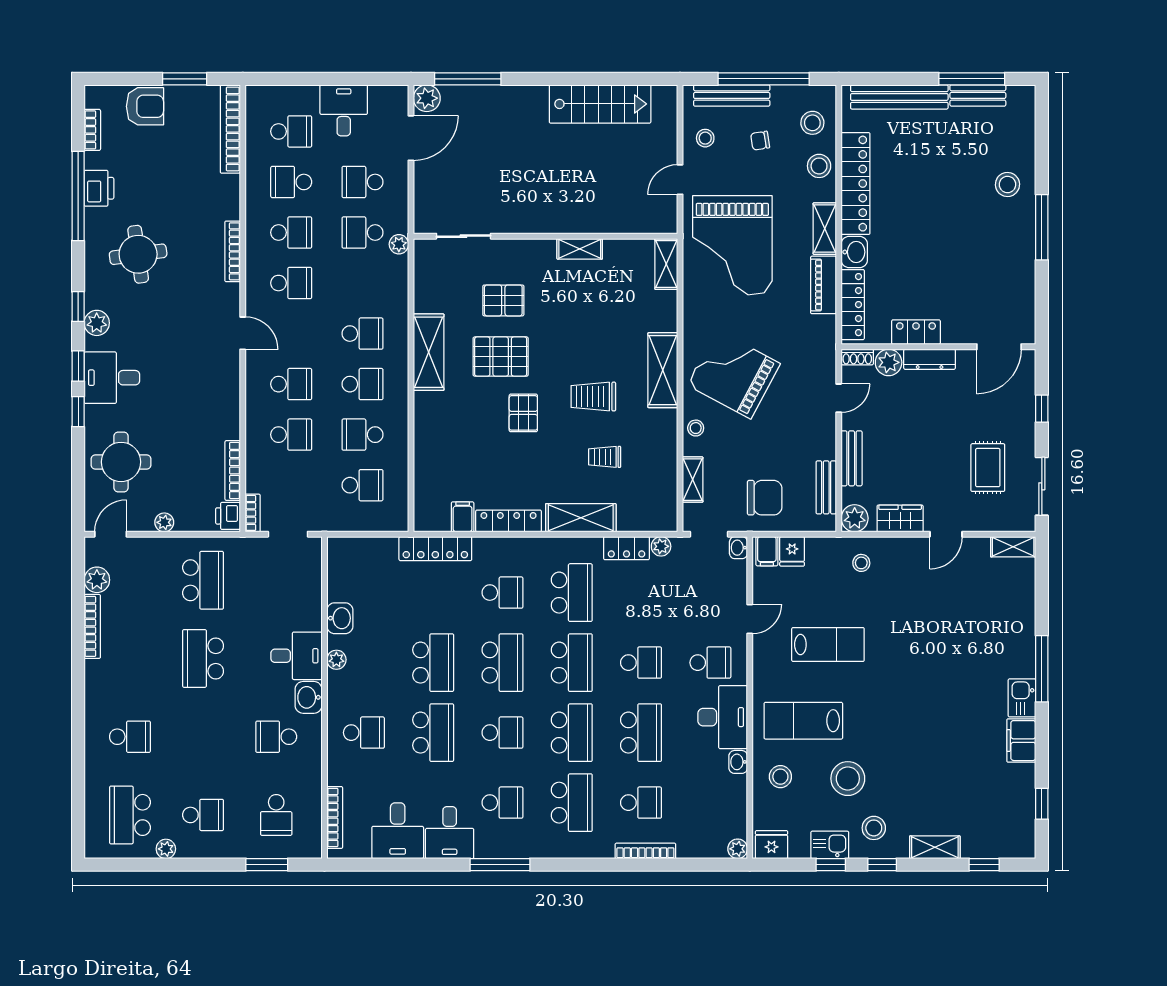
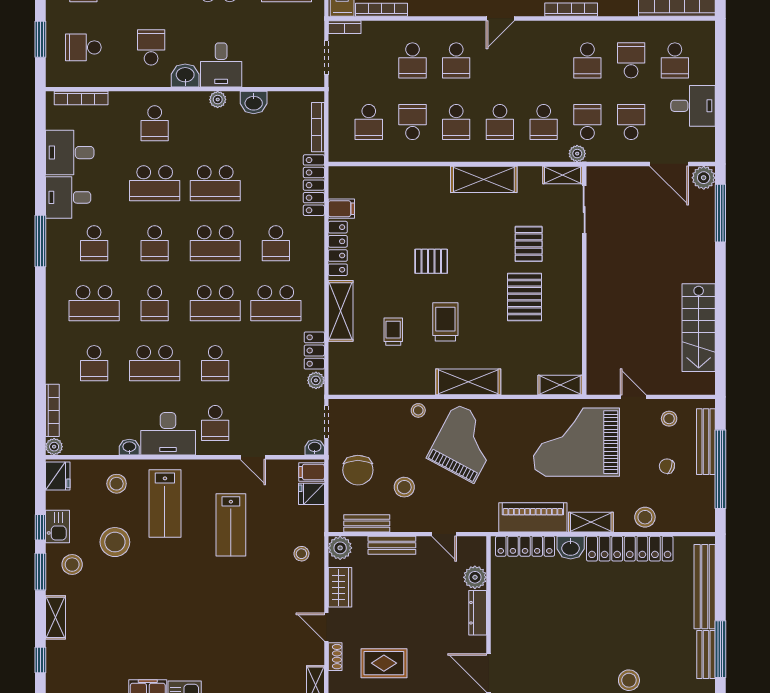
stool: (812, 123) -> (404, 487), moved
chair: (760, 141) -> (667, 466), turned -62
shelving: (580, 249) -> (562, 175), moved, turned 90
school desk: (291, 283) -> (544, 122), moved
piano: (823, 285) -> (533, 517), width x1.37, depth x1.33
locker: (916, 332) -> (501, 601), removed
pallet: (501, 357) -> (525, 297), moved
shoe rack: (857, 357) -> (335, 657), moved, turned 180
shelving: (693, 480) -> (374, 408), removed
bookcase: (368, 544) -> (318, 127), added
lab bench: (803, 721) -> (165, 504), turned 180
school desk: (572, 733) -> (155, 303), width x0.54
bookcase: (645, 851) -> (52, 410), moved
window: (882, 865) -> (40, 572), width x1.50

